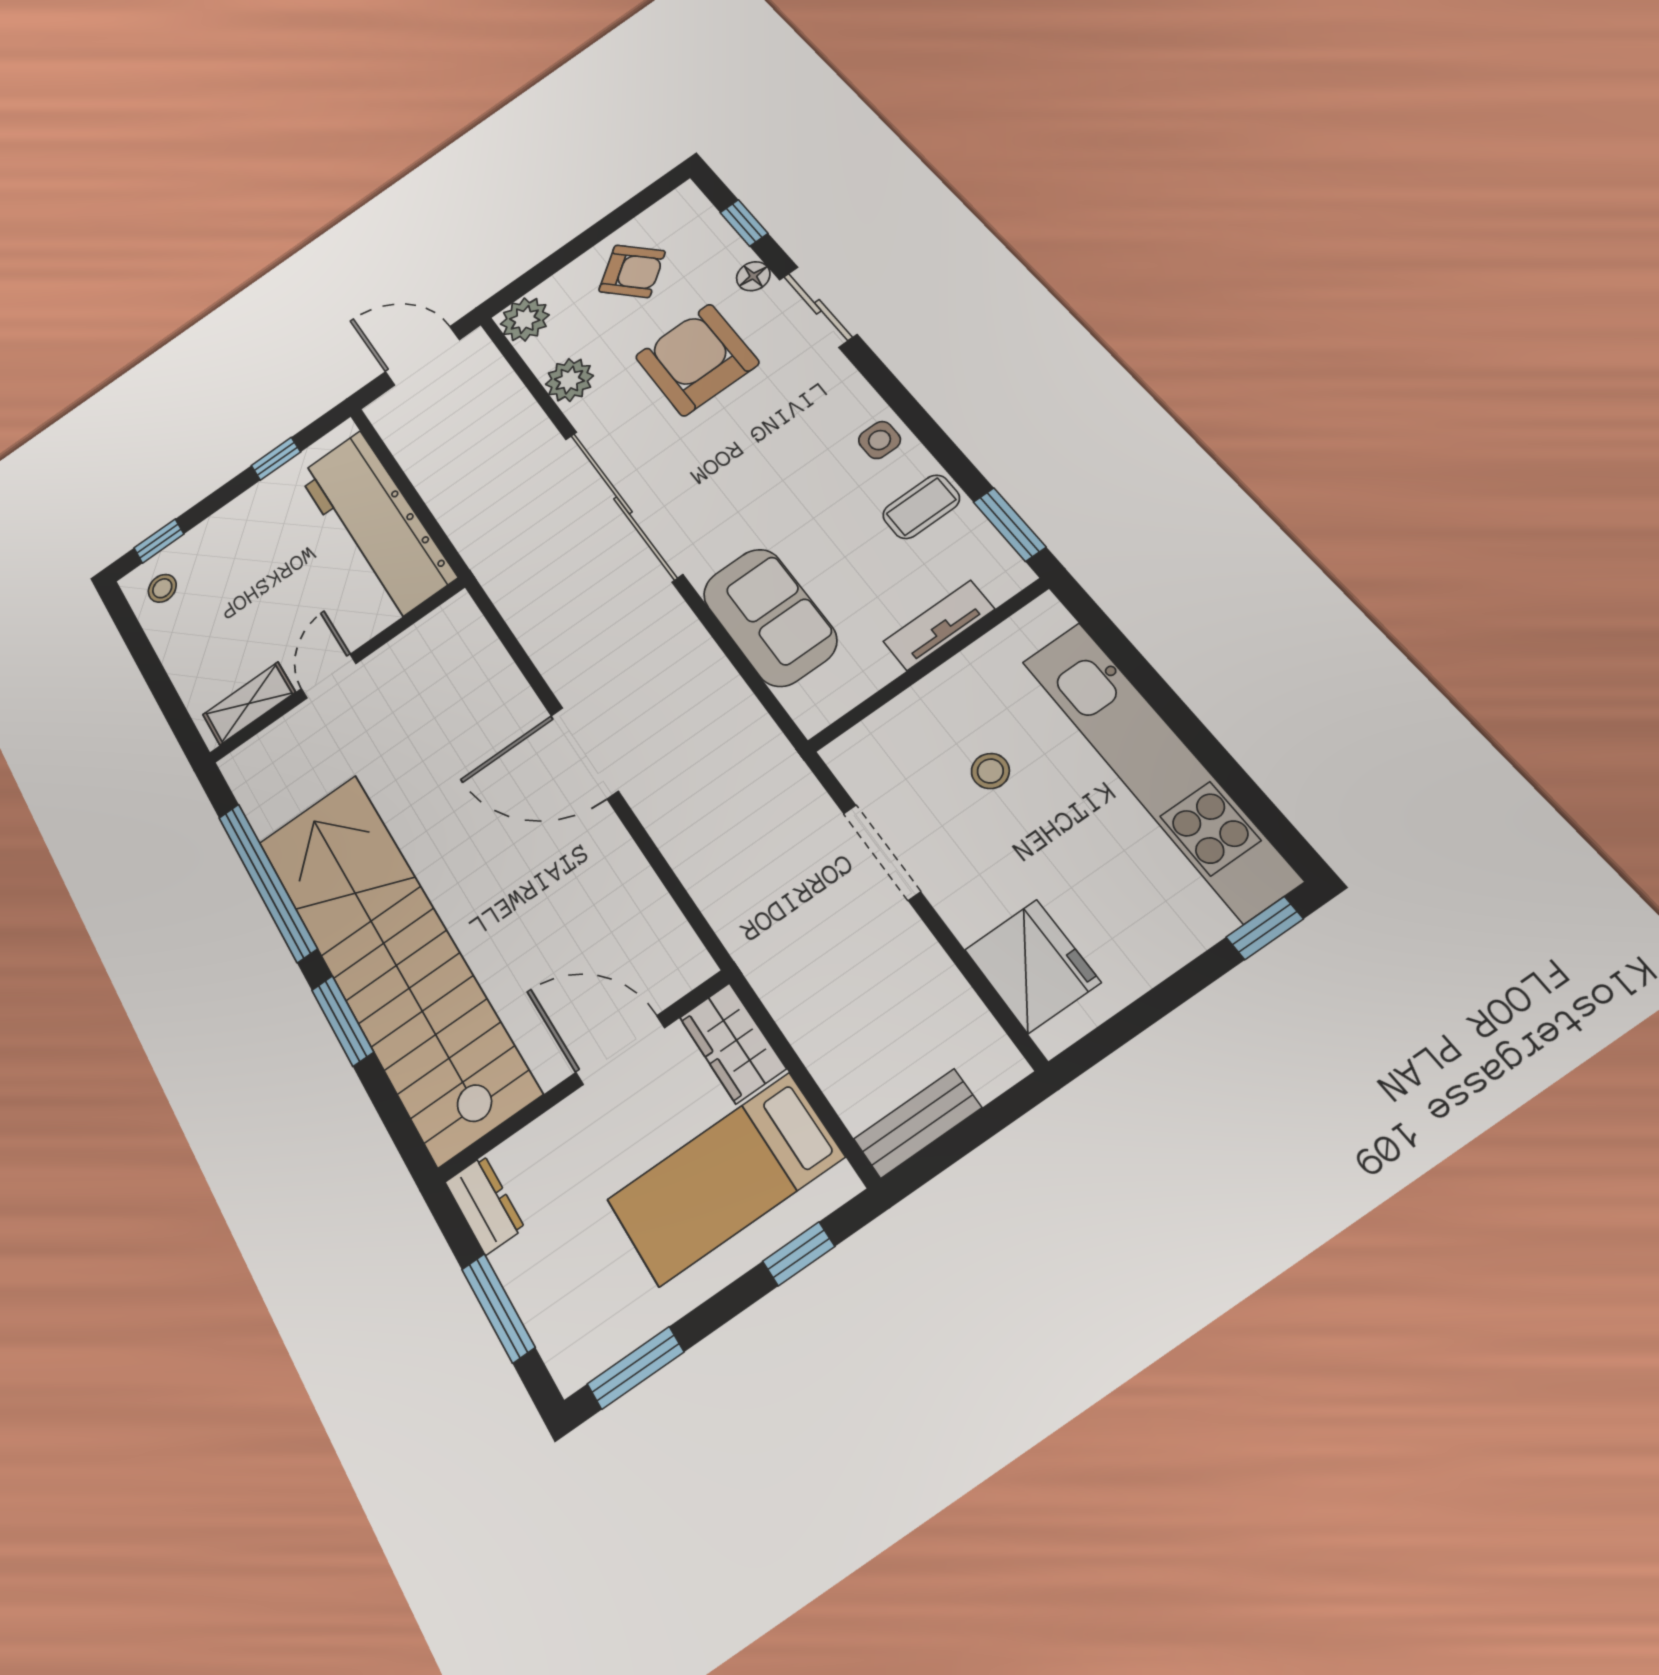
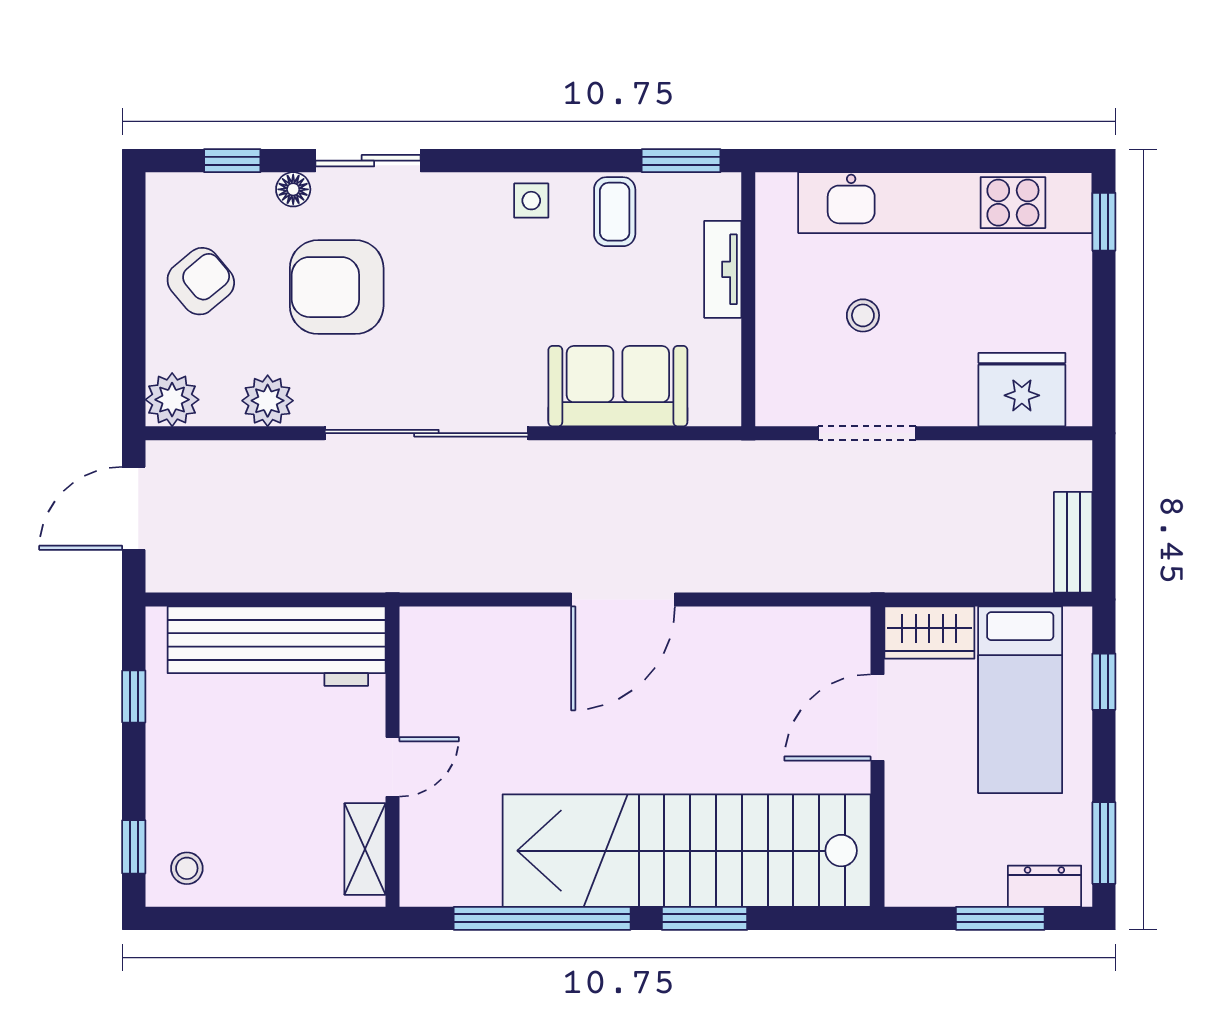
door: (329, 676) -> (392, 767), swing flipped
dresser: (485, 1205) -> (1044, 886), moved

